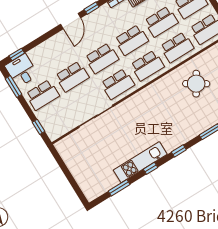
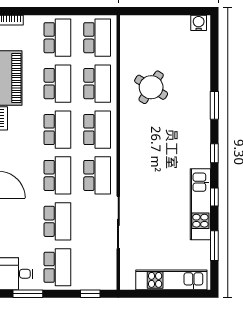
kitchen unit: (80, 174) -> (171, 280), added

